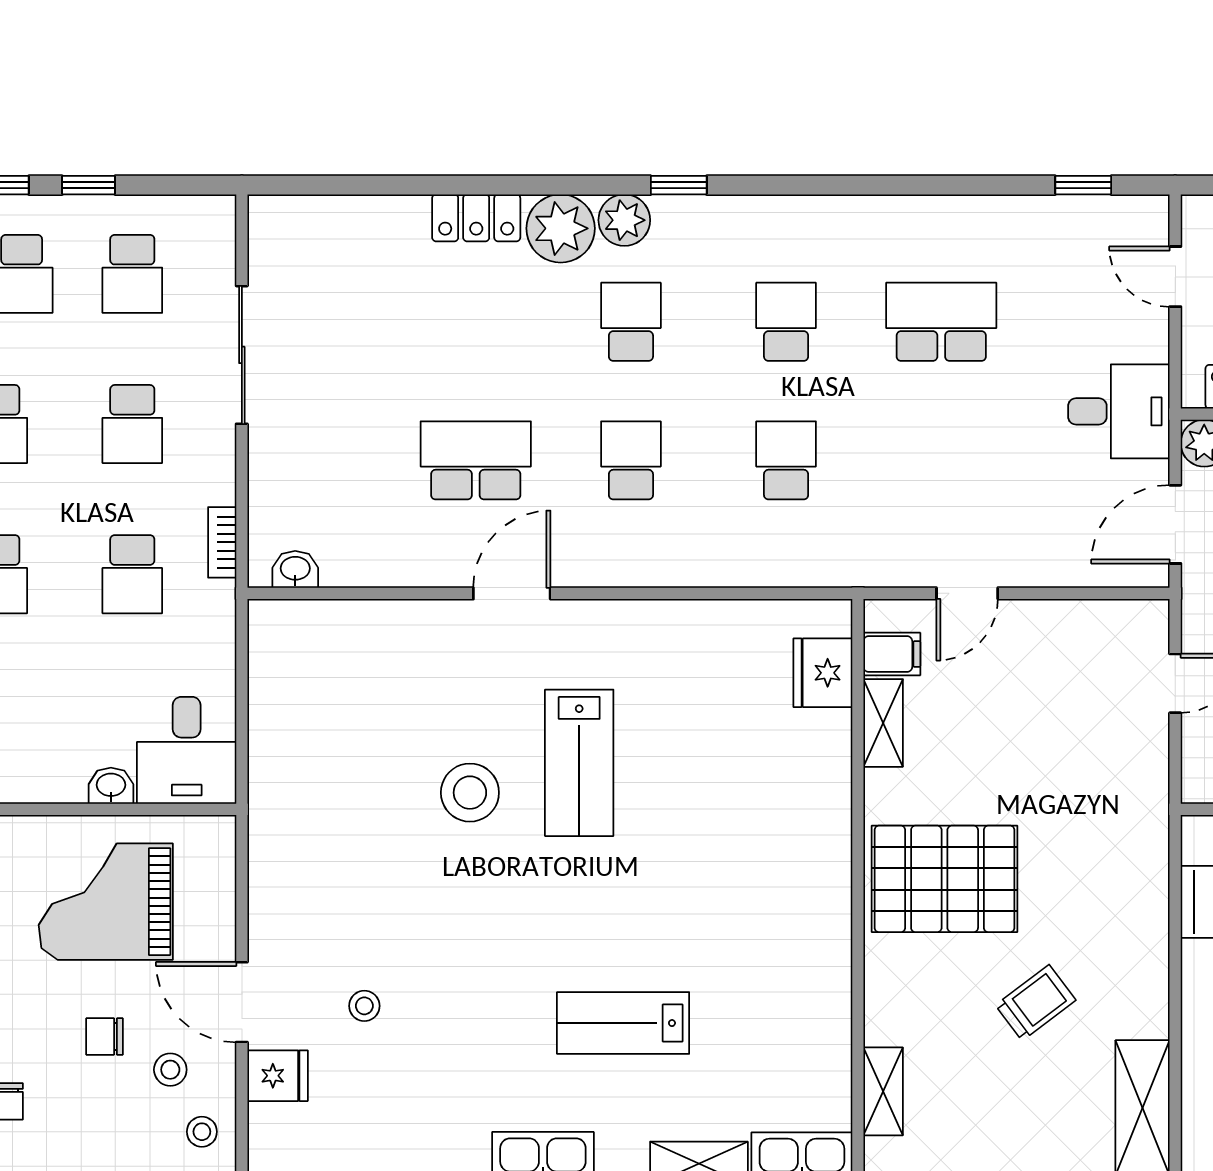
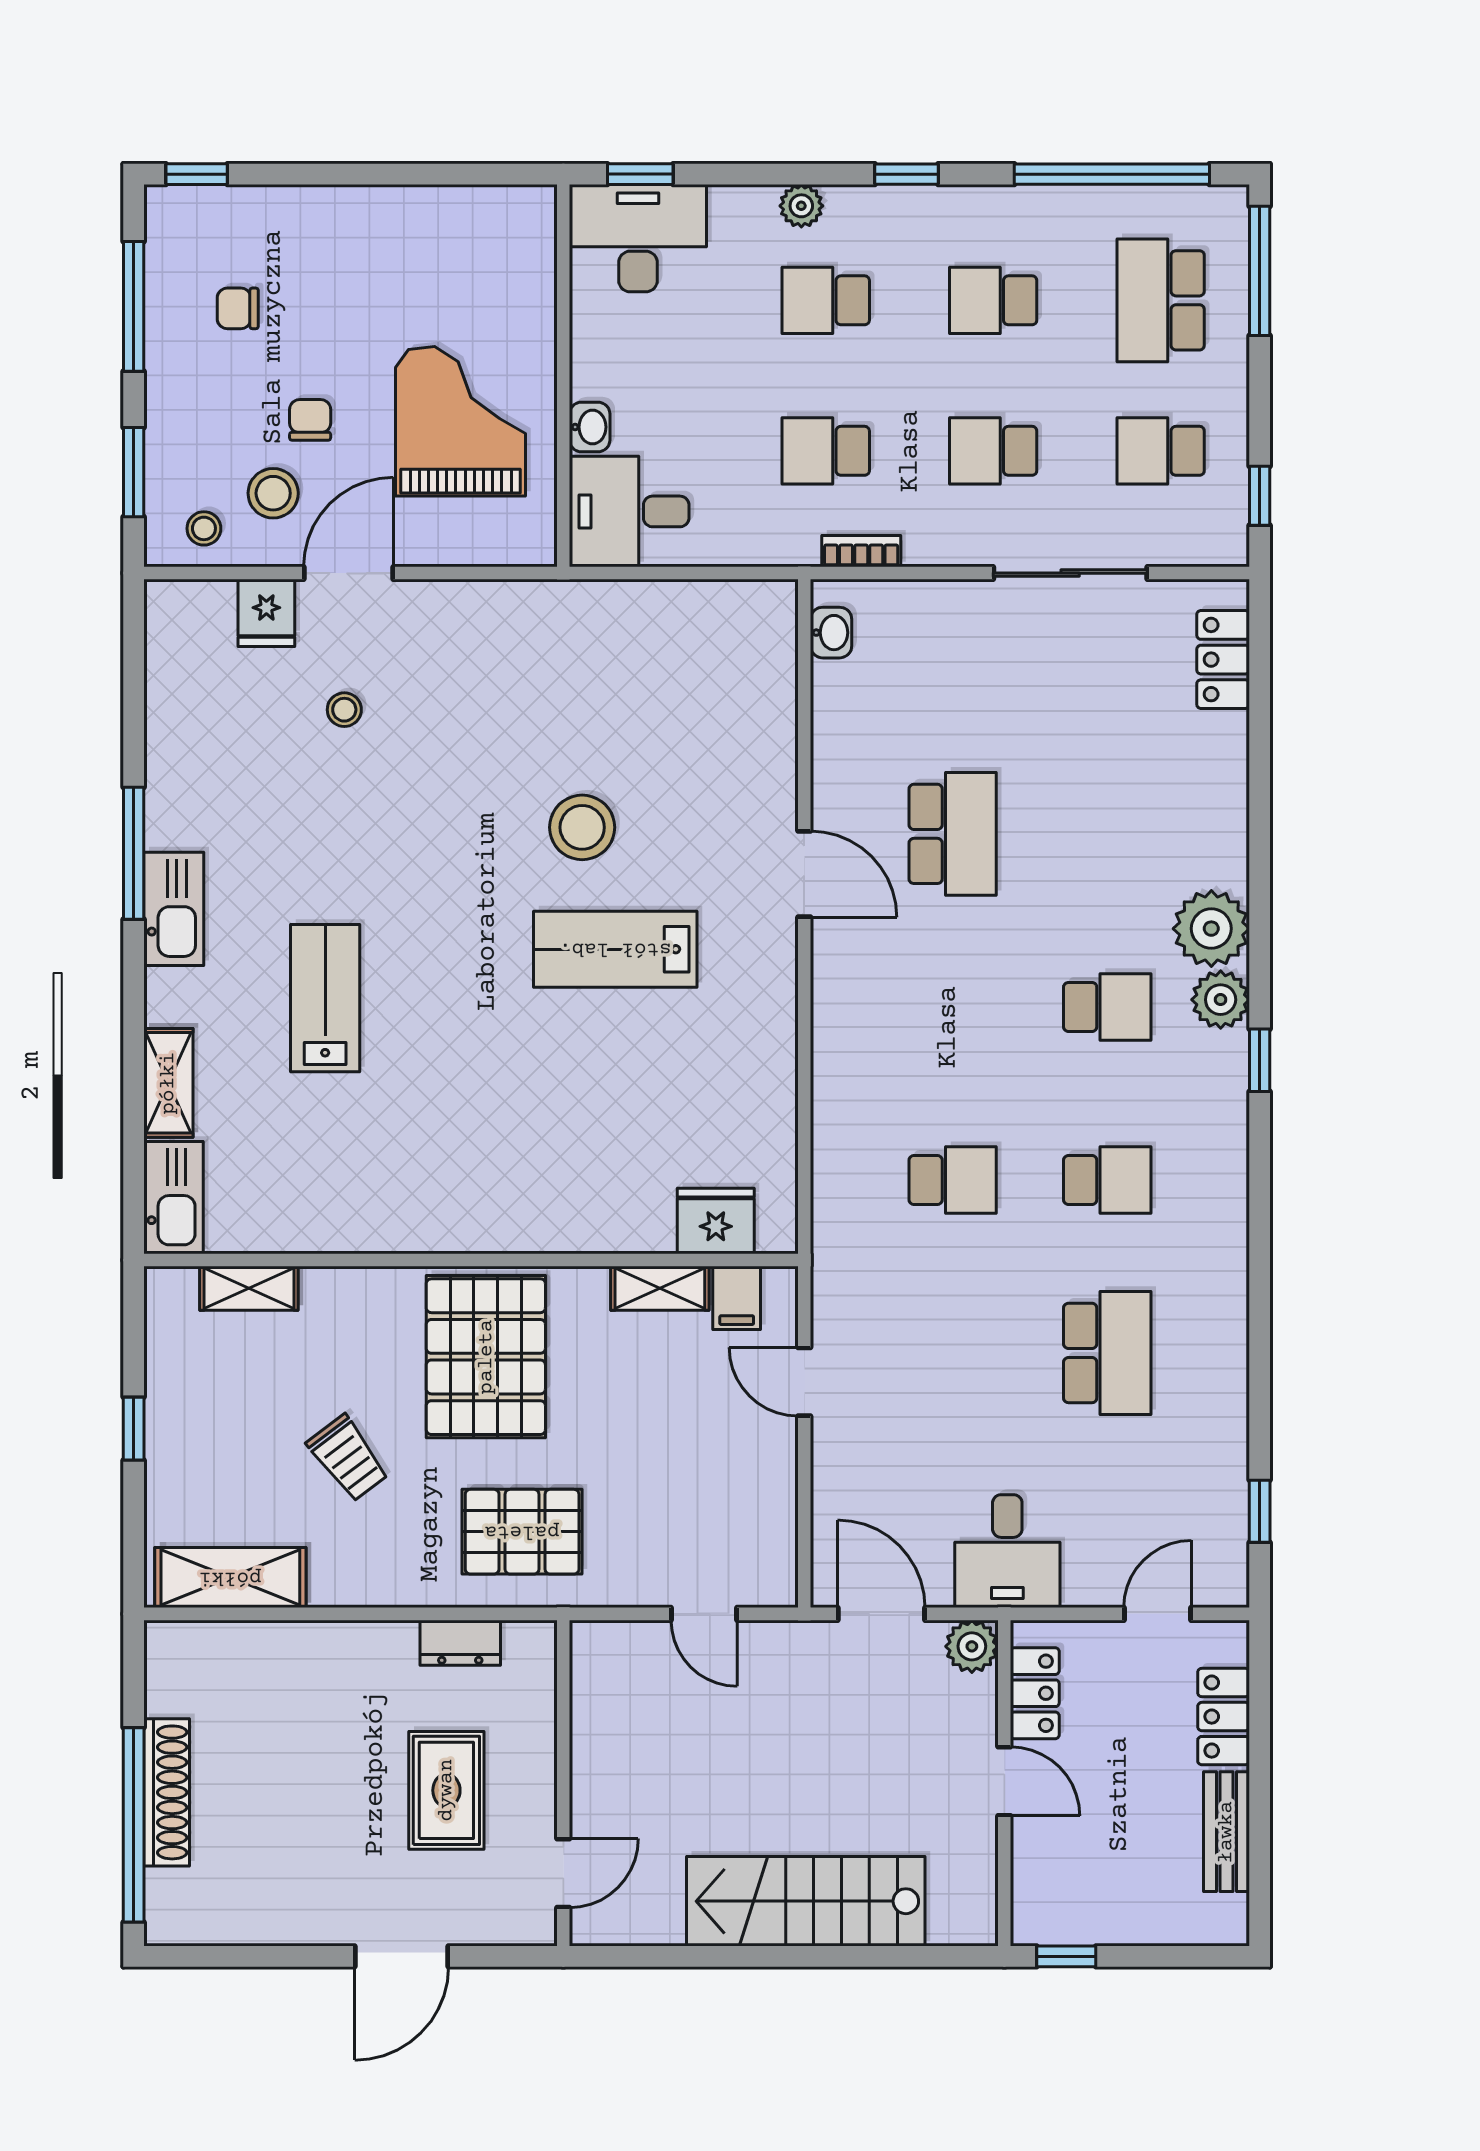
window: (89, 185) -> (1260, 496), moved
locker: (476, 218) -> (1223, 660), moved
school desk: (631, 460) -> (953, 1007), removed
pallet: (1101, 846) -> (522, 1532), added
stool: (170, 1070) -> (273, 493), width x1.37, depth x1.37

